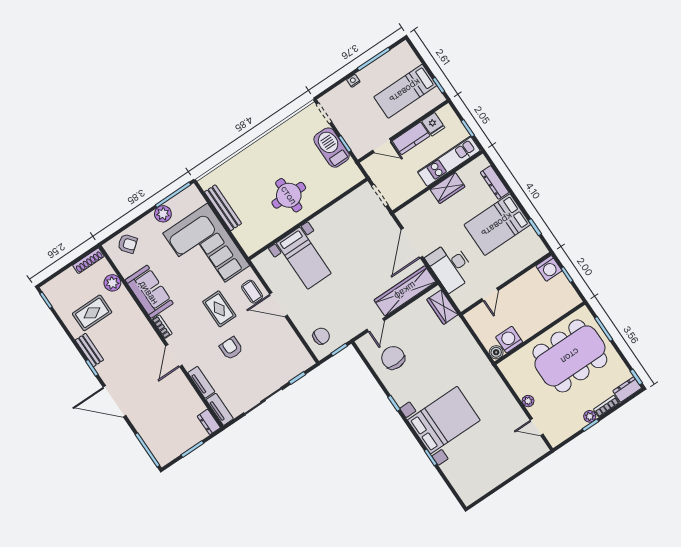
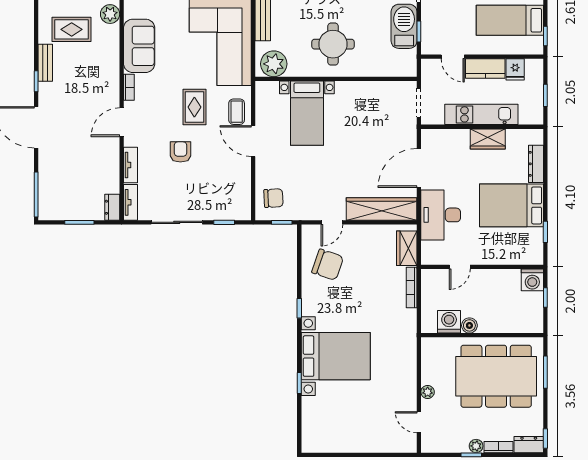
kitchen unit: (449, 161) -> (481, 114), moved
plant: (255, 239) -> (274, 64), added
bookcase: (465, 333) -> (412, 287), added
boiler: (496, 352) -> (469, 325), moved
chair: (393, 358) -> (328, 265), turned 109

